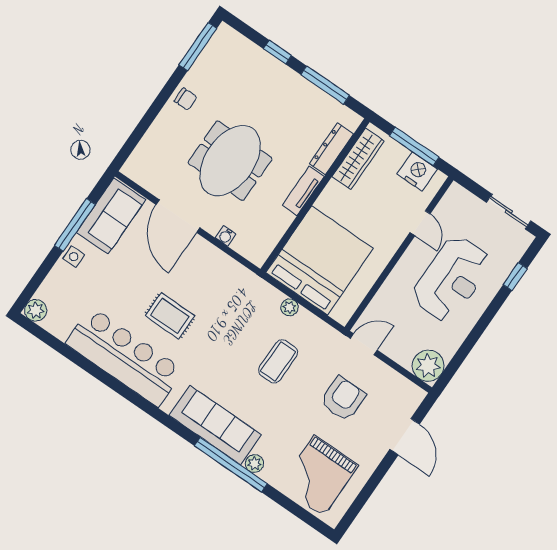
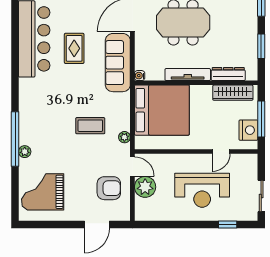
window: (325, 85) -> (261, 46), width x0.69
tv unit: (303, 191) -> (188, 75), width x1.41
water cooler: (226, 236) -> (140, 76), moved
plant: (289, 307) -> (124, 137), moved
plant: (428, 366) -> (145, 187), moved
armchair: (343, 399) -> (109, 188), moved
sofa: (215, 425) -> (118, 63), moved, turned 180

